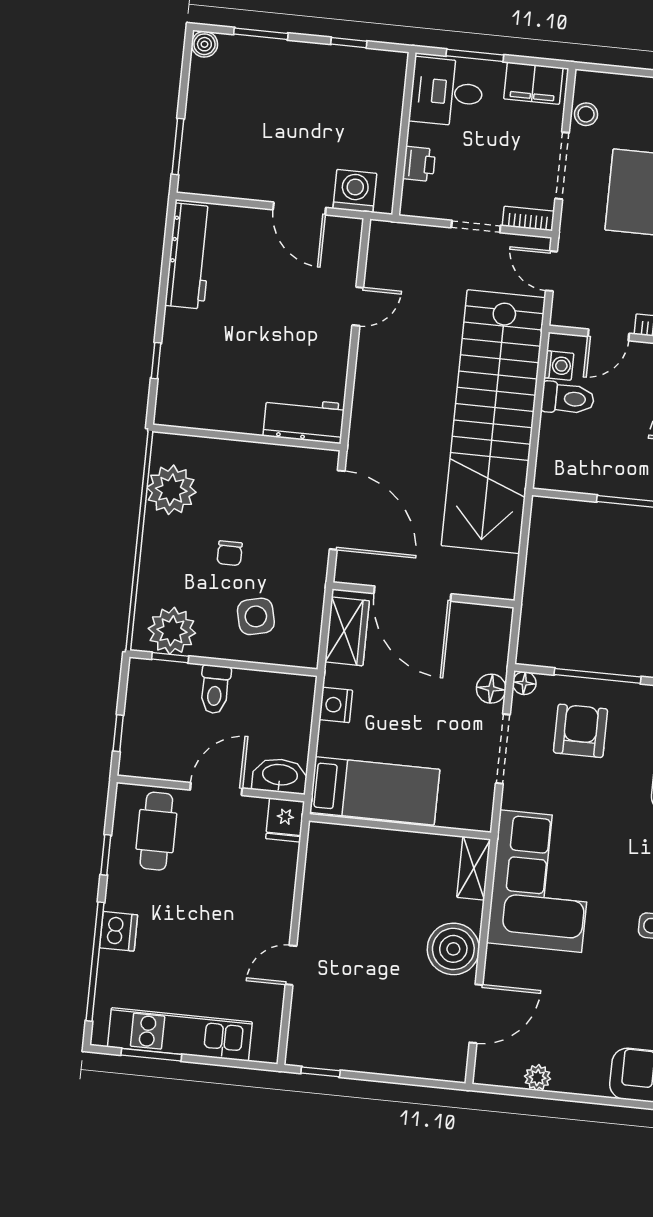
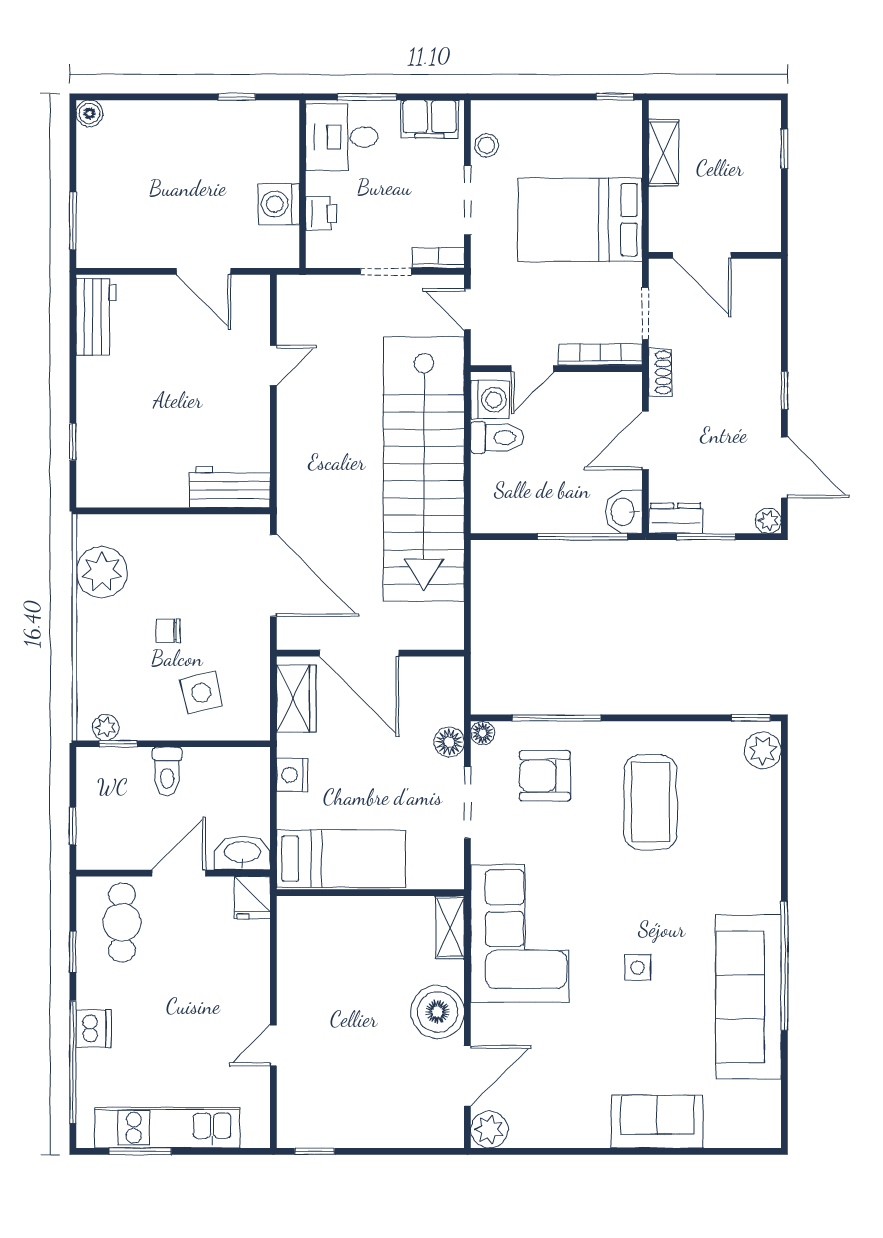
window: (261, 34) -> (146, 97), removed
washing machine: (355, 191) -> (279, 204), moved, turned -90
workbench: (189, 256) -> (96, 317), width x0.73
washing machine: (559, 365) -> (490, 400), width x1.38, depth x1.38
chair: (230, 553) -> (168, 631), turned 90
plant: (172, 631) -> (106, 727), width x0.53, depth x0.53
armchair: (581, 731) -> (545, 776), turned -90
plant: (537, 1078) -> (489, 1130), moved, width x1.38, depth x1.38

